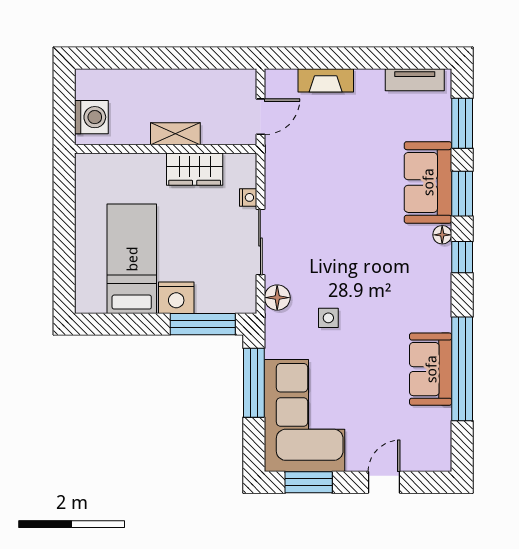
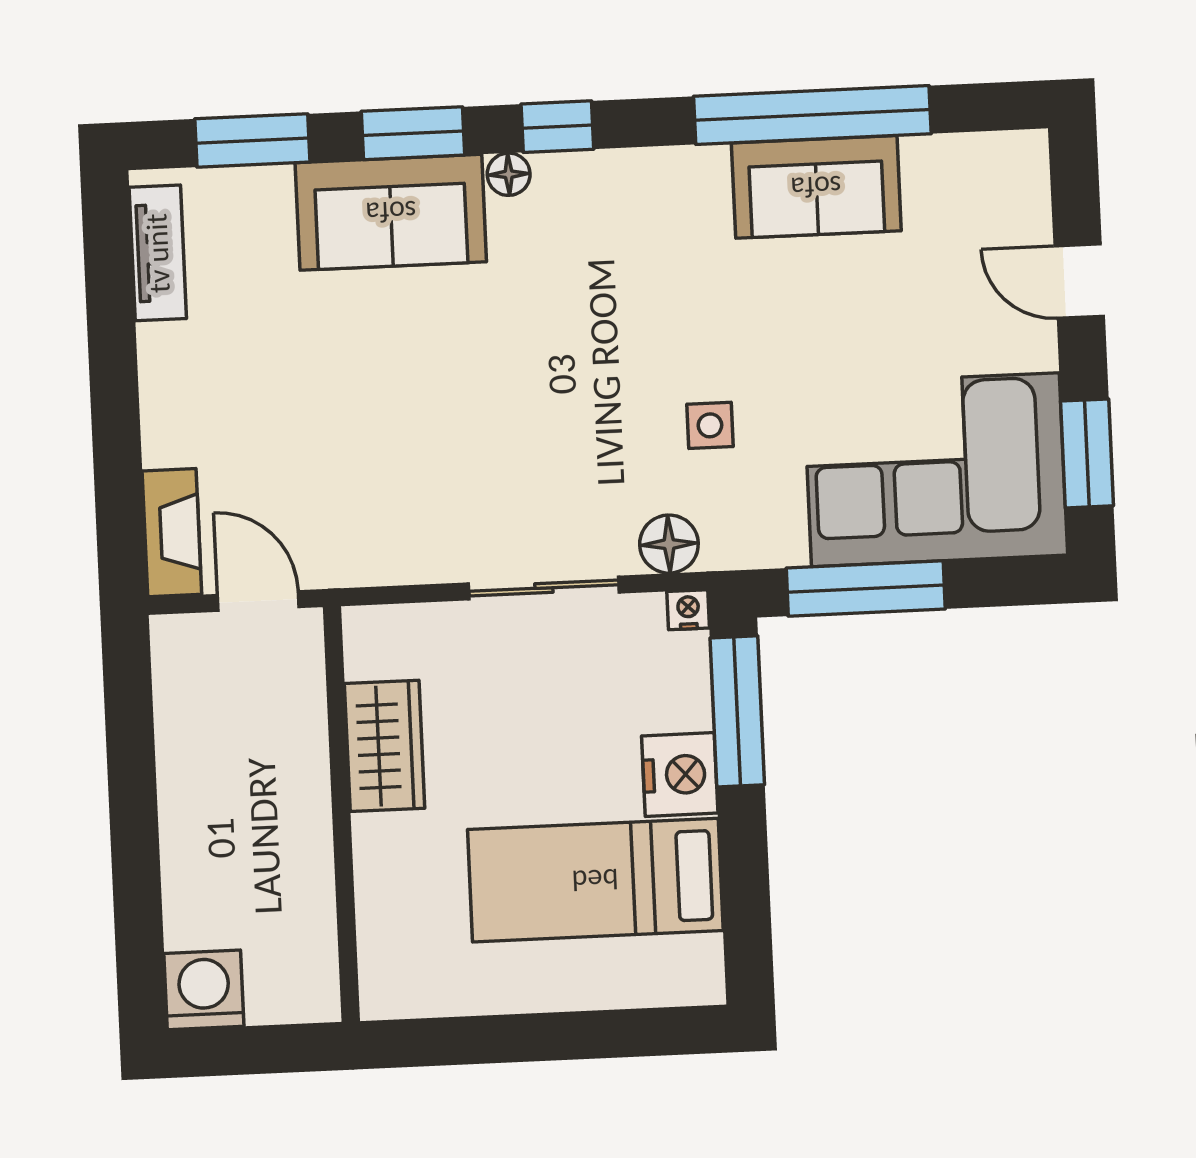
fireplace: (326, 80) -> (172, 533), moved
washing machine: (91, 117) -> (204, 990), moved
shelving: (175, 134) -> (306, 794), removed
nightstand: (248, 197) -> (688, 610), moved

